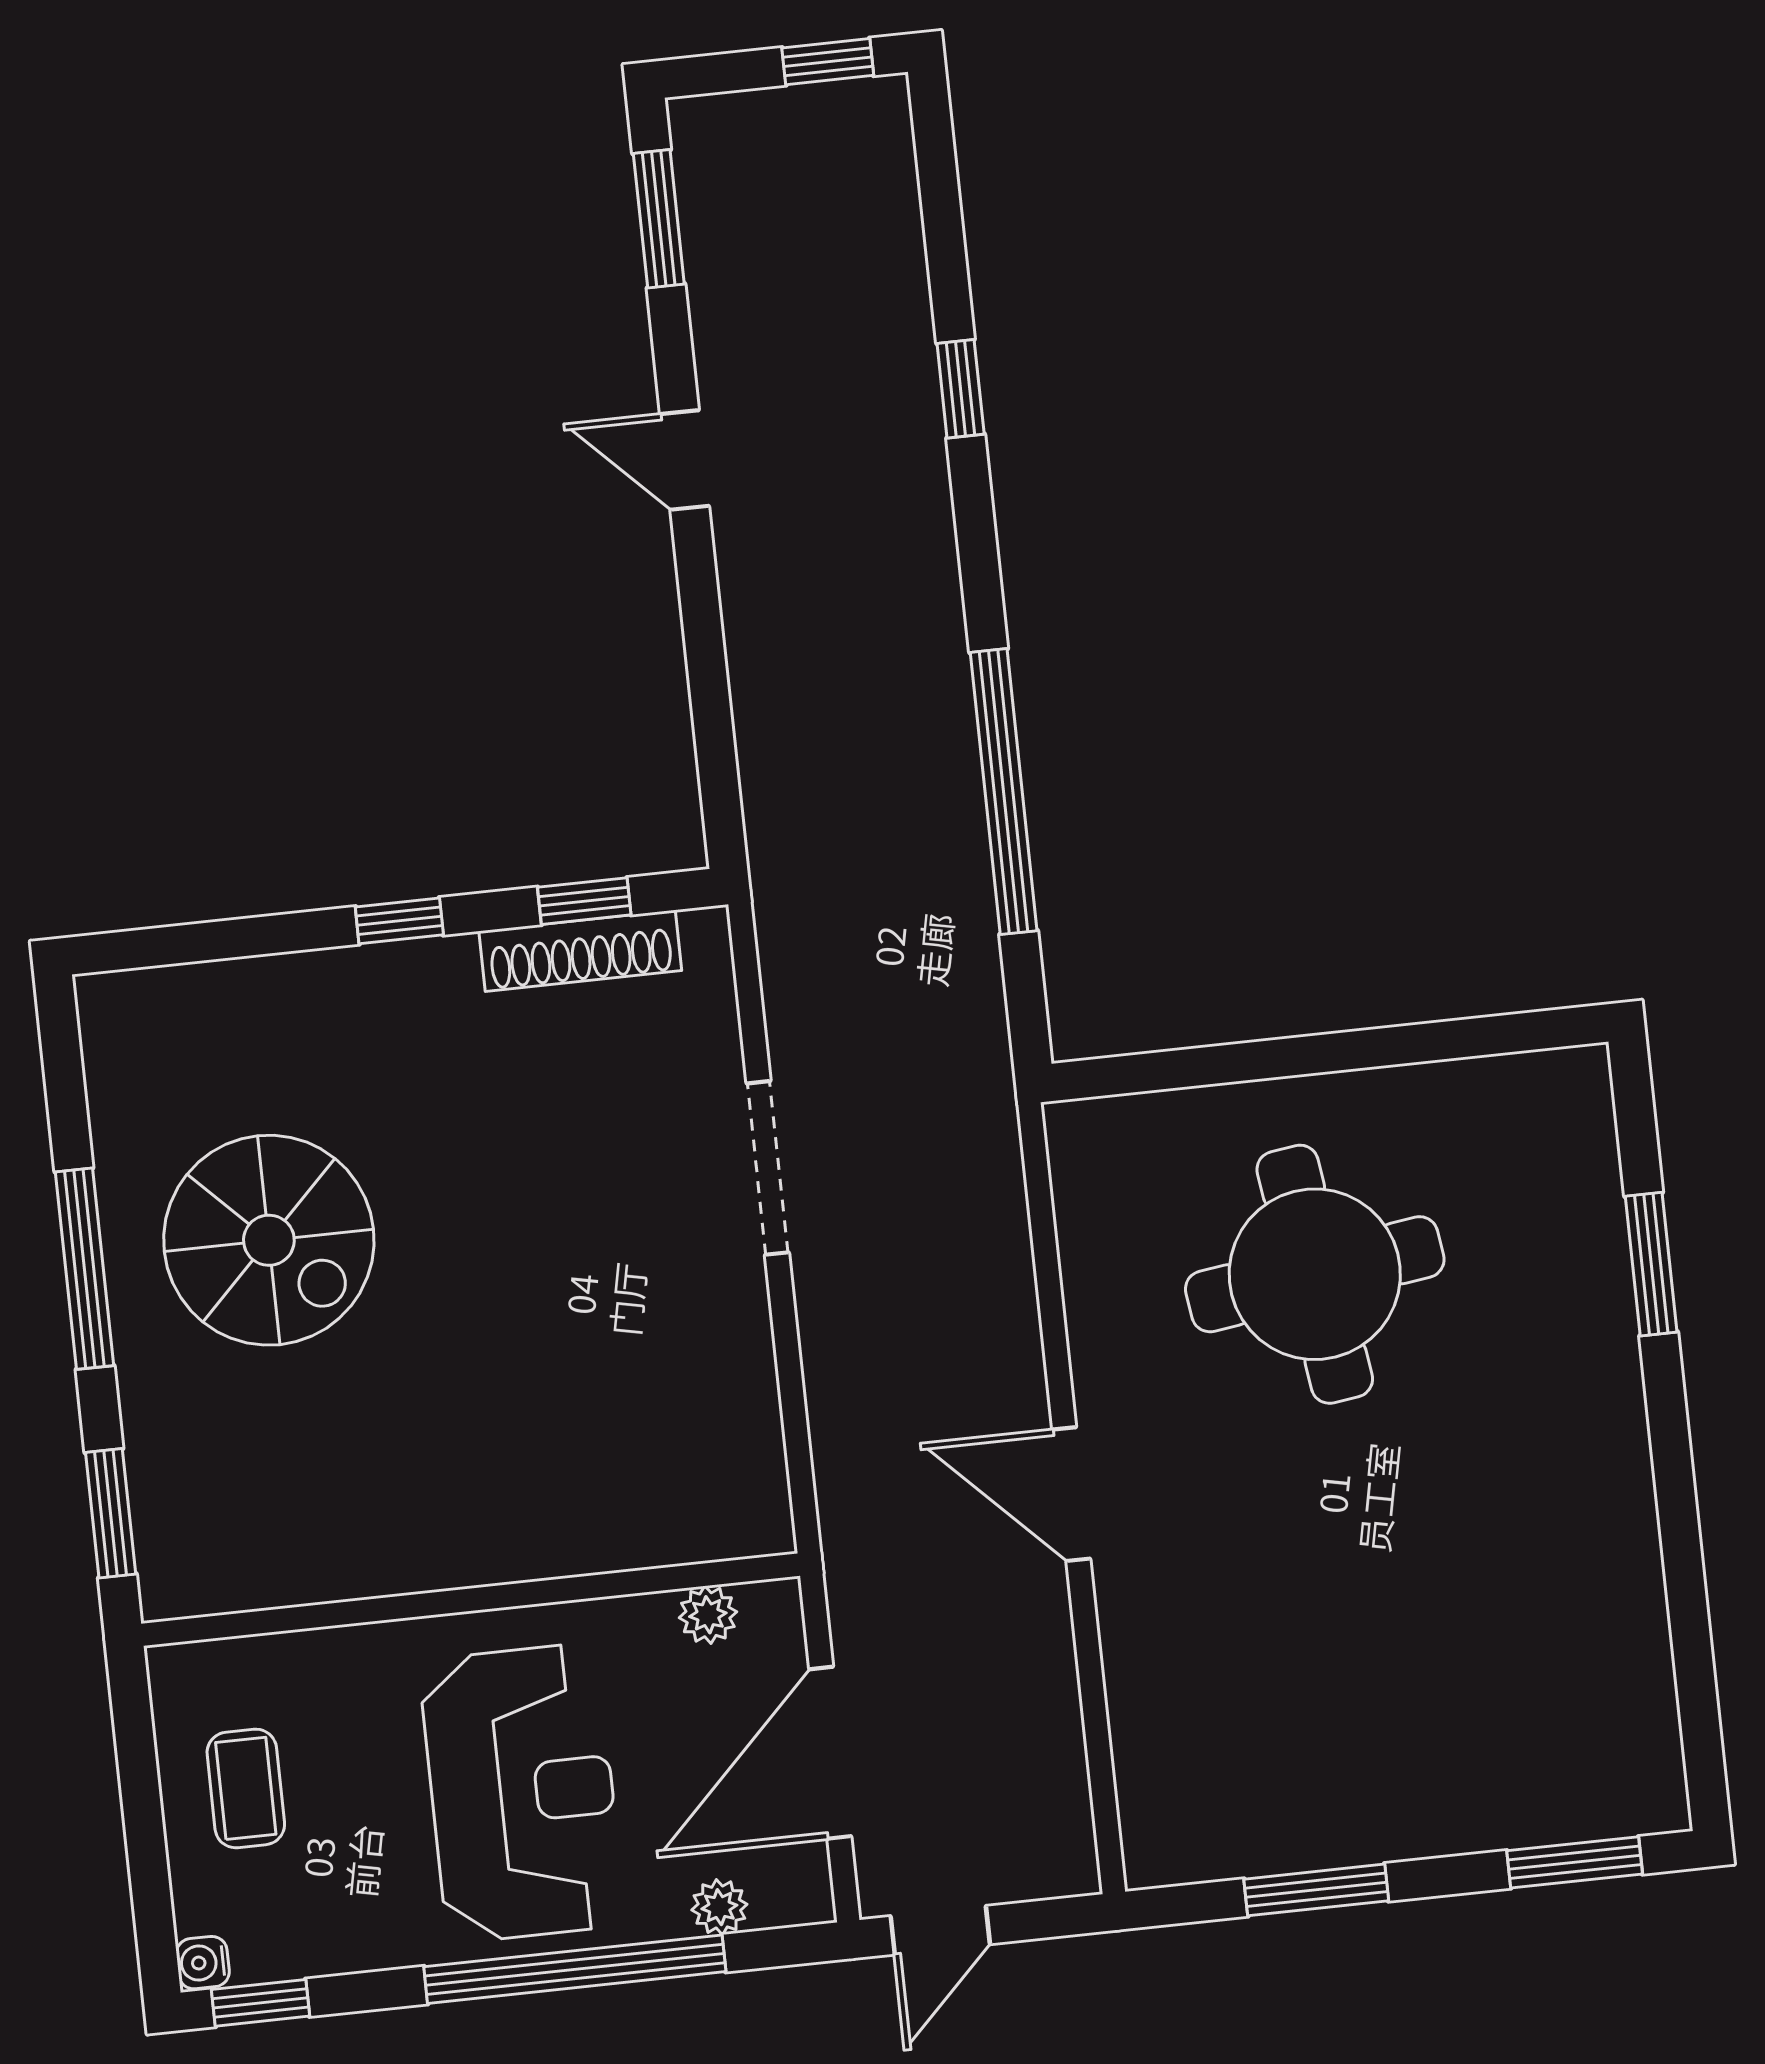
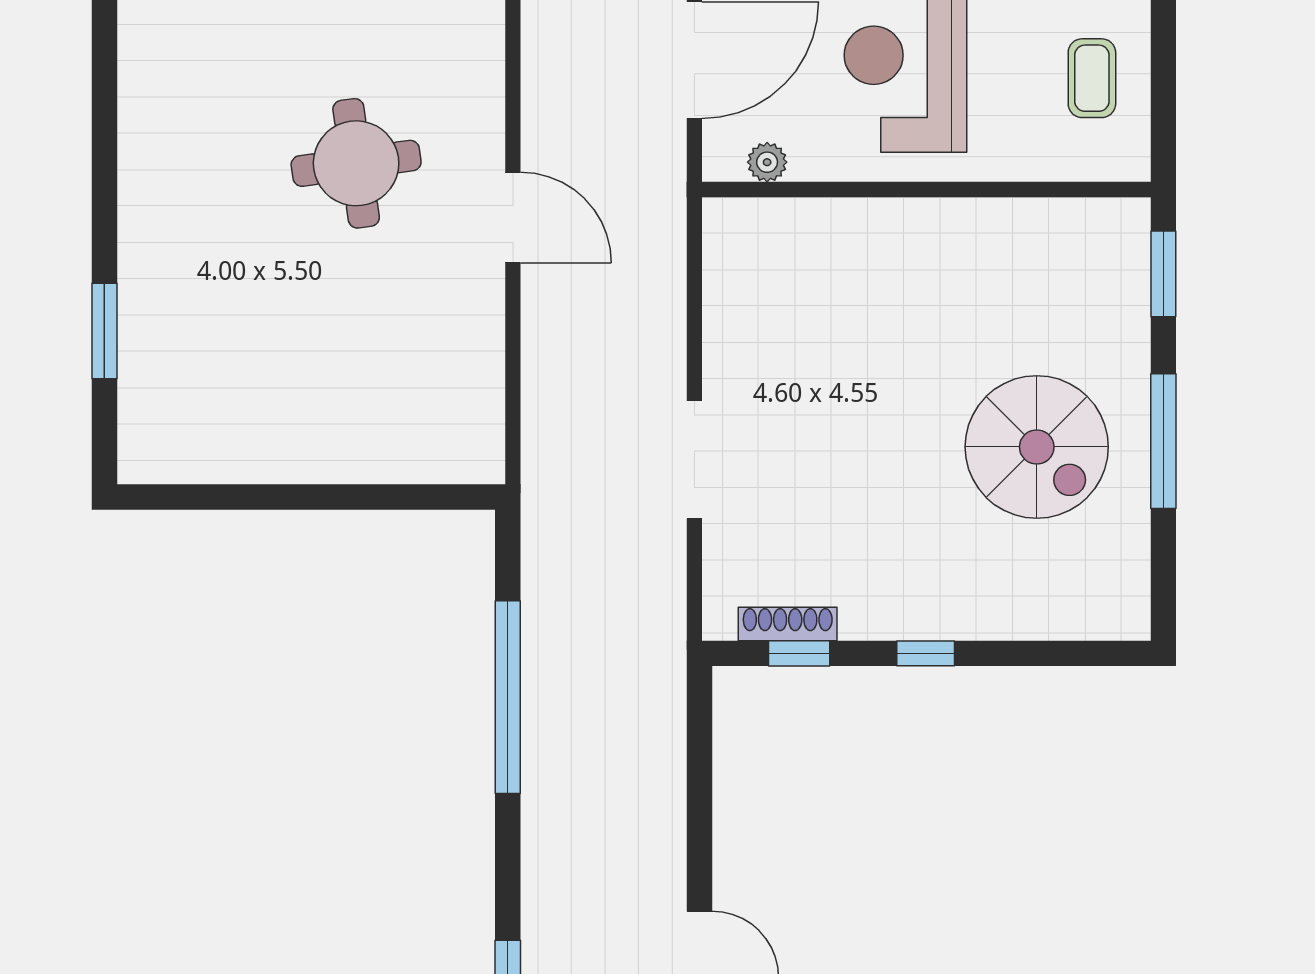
shoe rack: (580, 951) -> (788, 624), width x0.74, depth x0.81
spiral stairs: (269, 1240) -> (1037, 447), turned 180
round table: (1315, 1274) -> (356, 163), moved, width x0.73, depth x0.73

